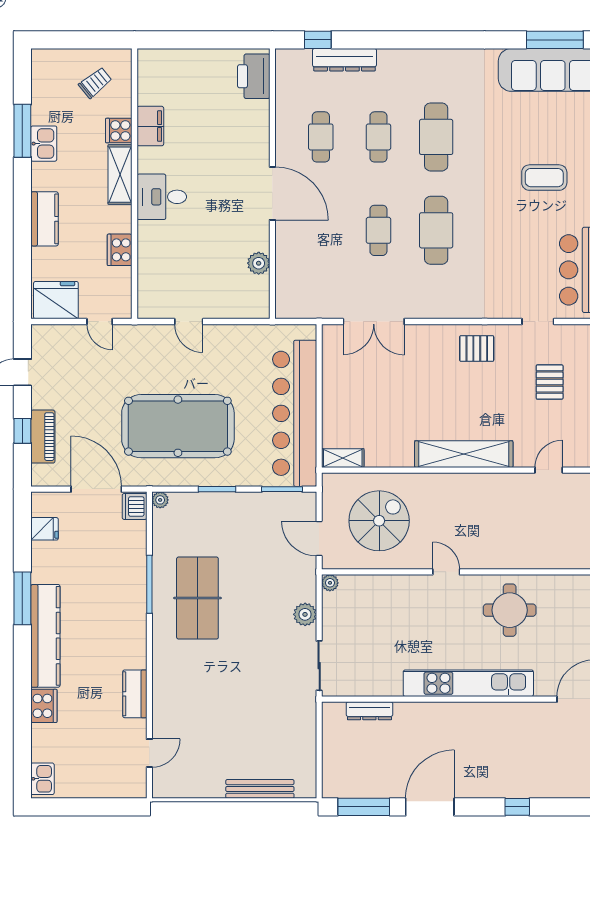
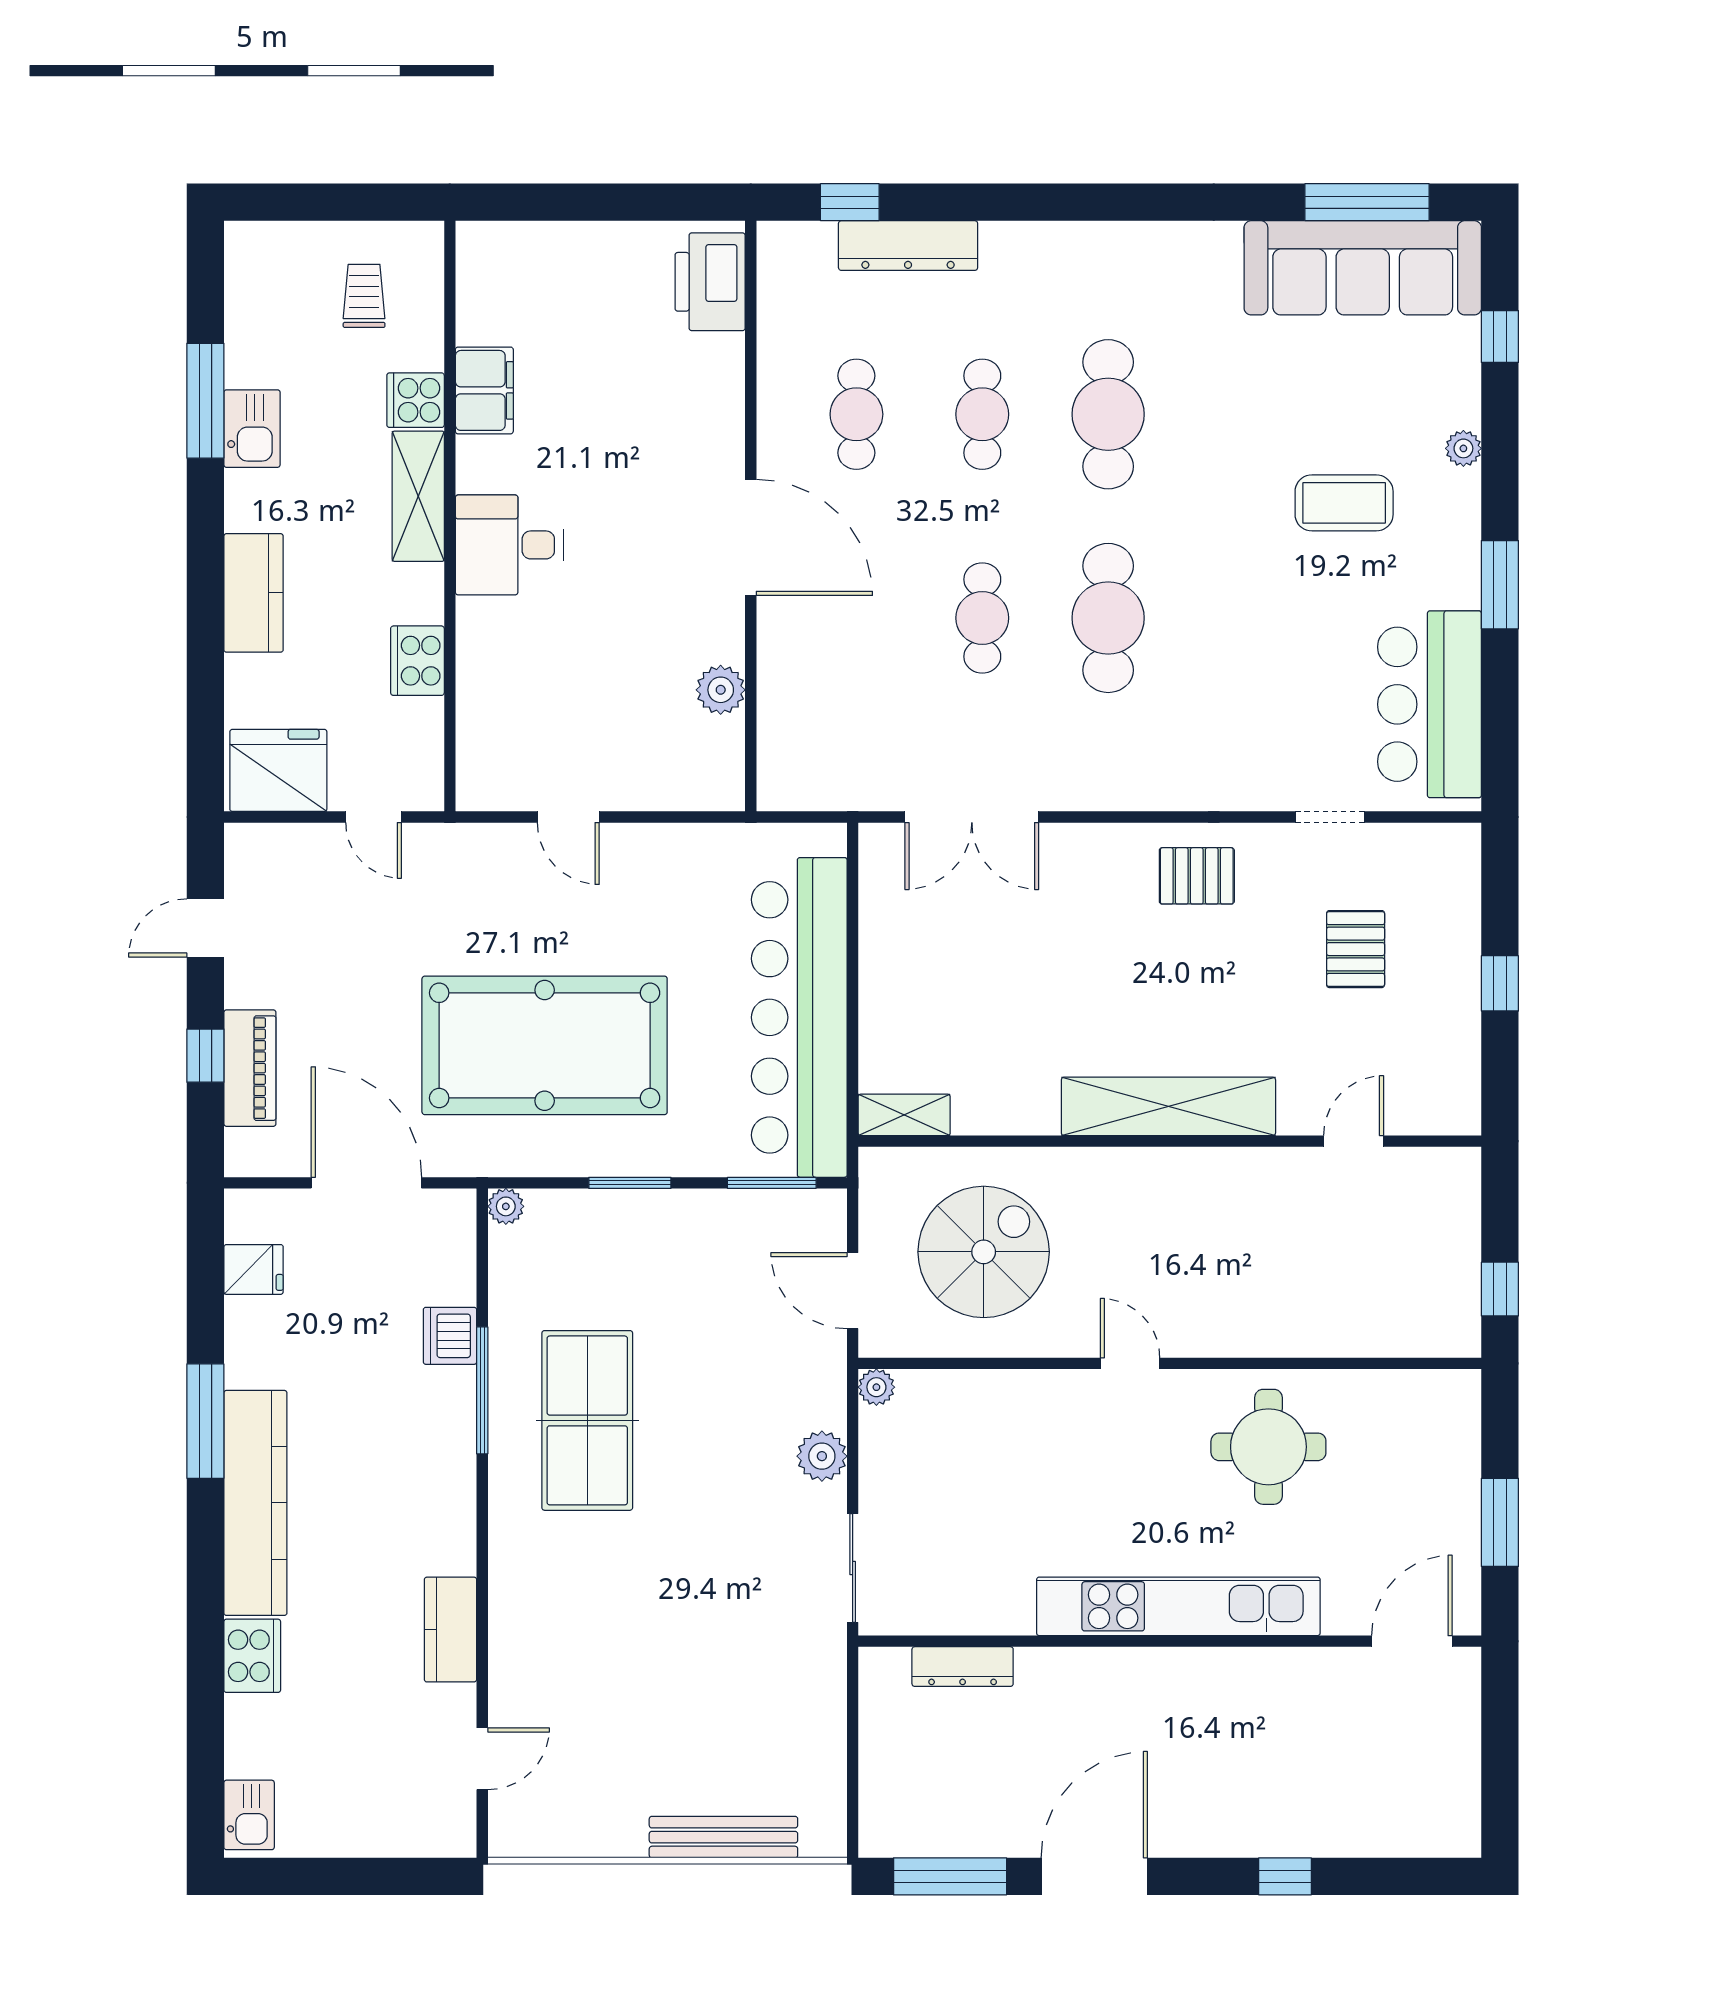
trolley: (95, 83) -> (364, 296), turned -51
dishwasher: (135, 506) -> (450, 1336), moved

